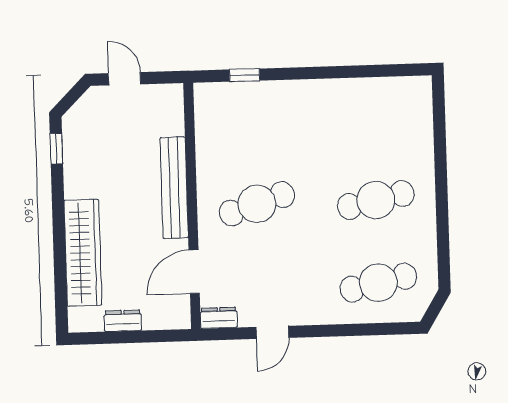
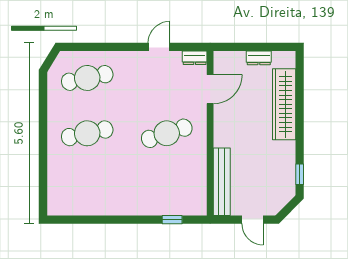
bench: (174, 188) -> (222, 182), moved

